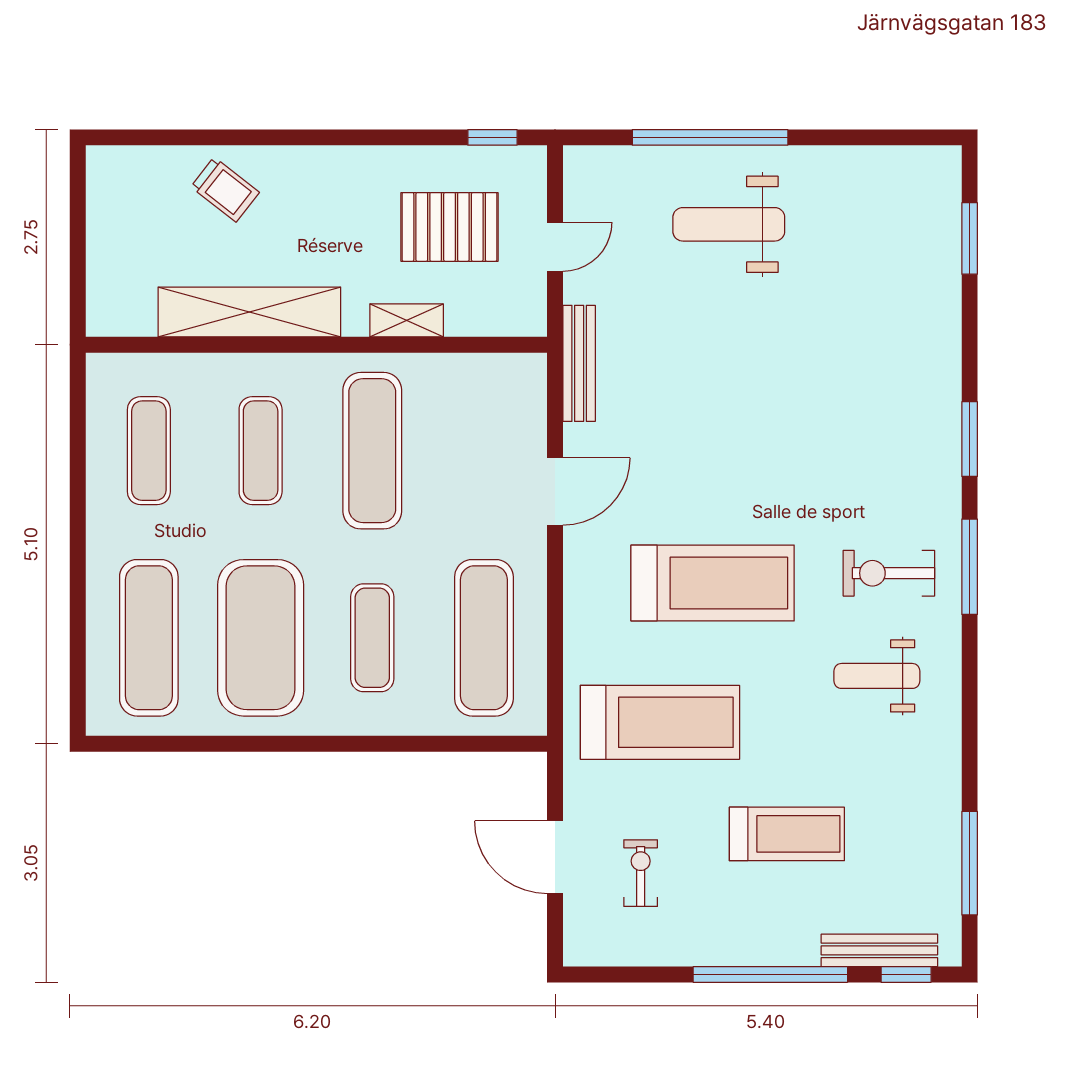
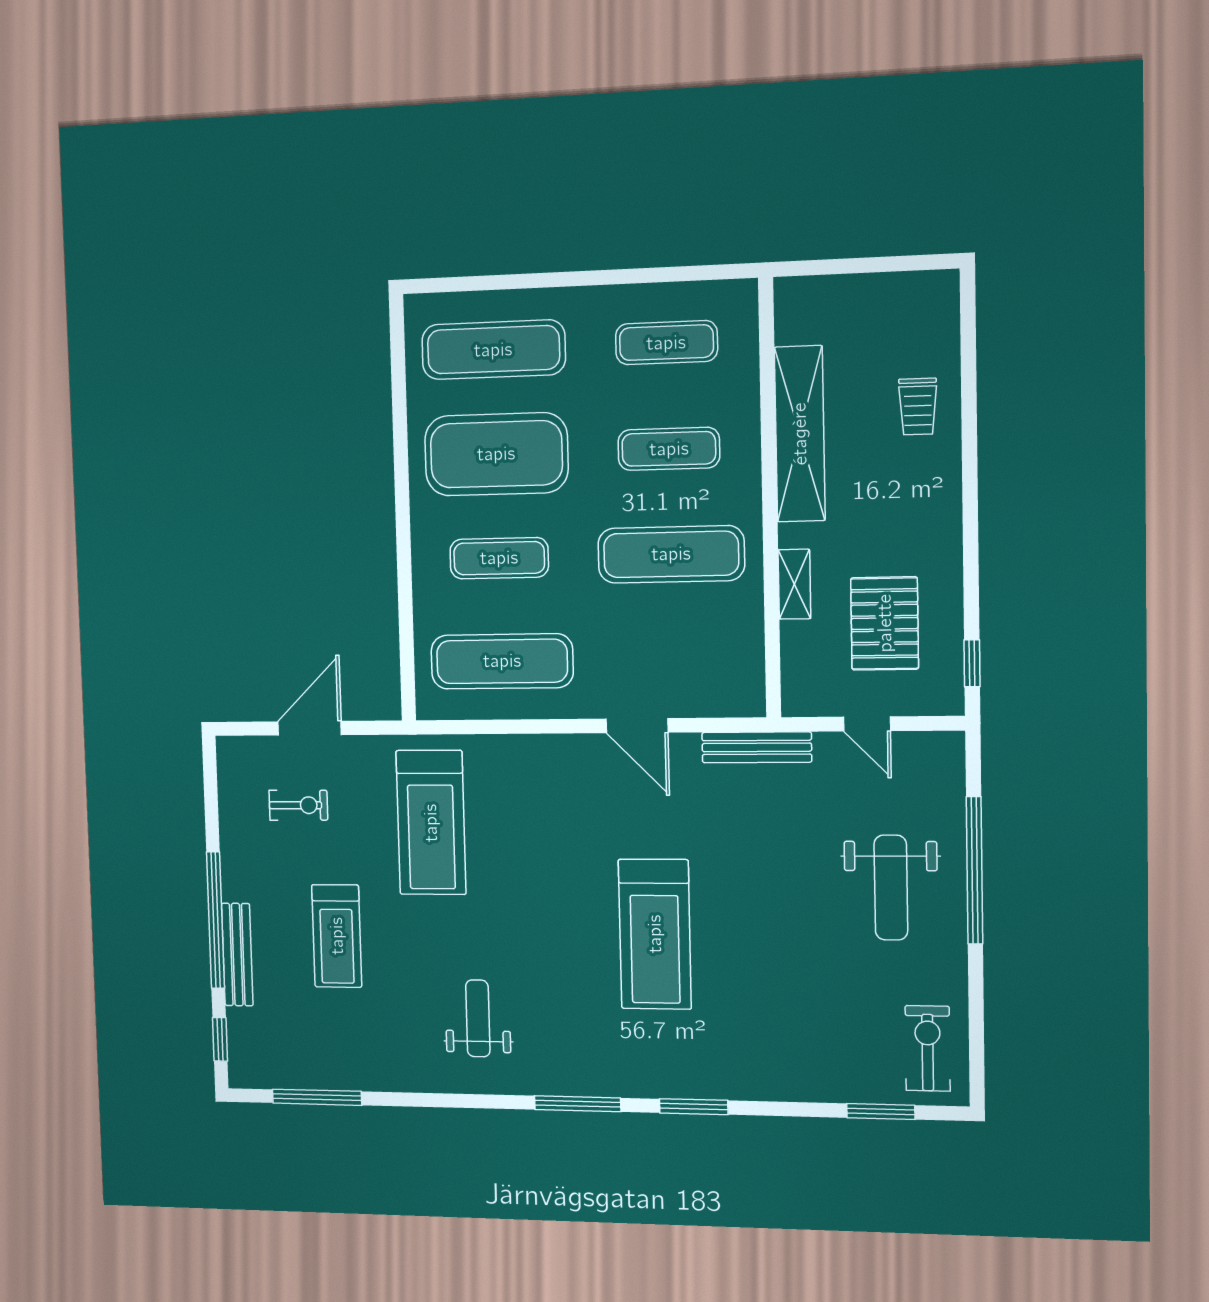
trolley: (225, 190) -> (918, 407), turned -38
weight bench: (729, 224) -> (891, 888), turned 180
exercise bike: (889, 573) -> (928, 1048), moved
treadmill: (713, 583) -> (655, 934), moved
bench: (879, 950) -> (237, 955), moved

